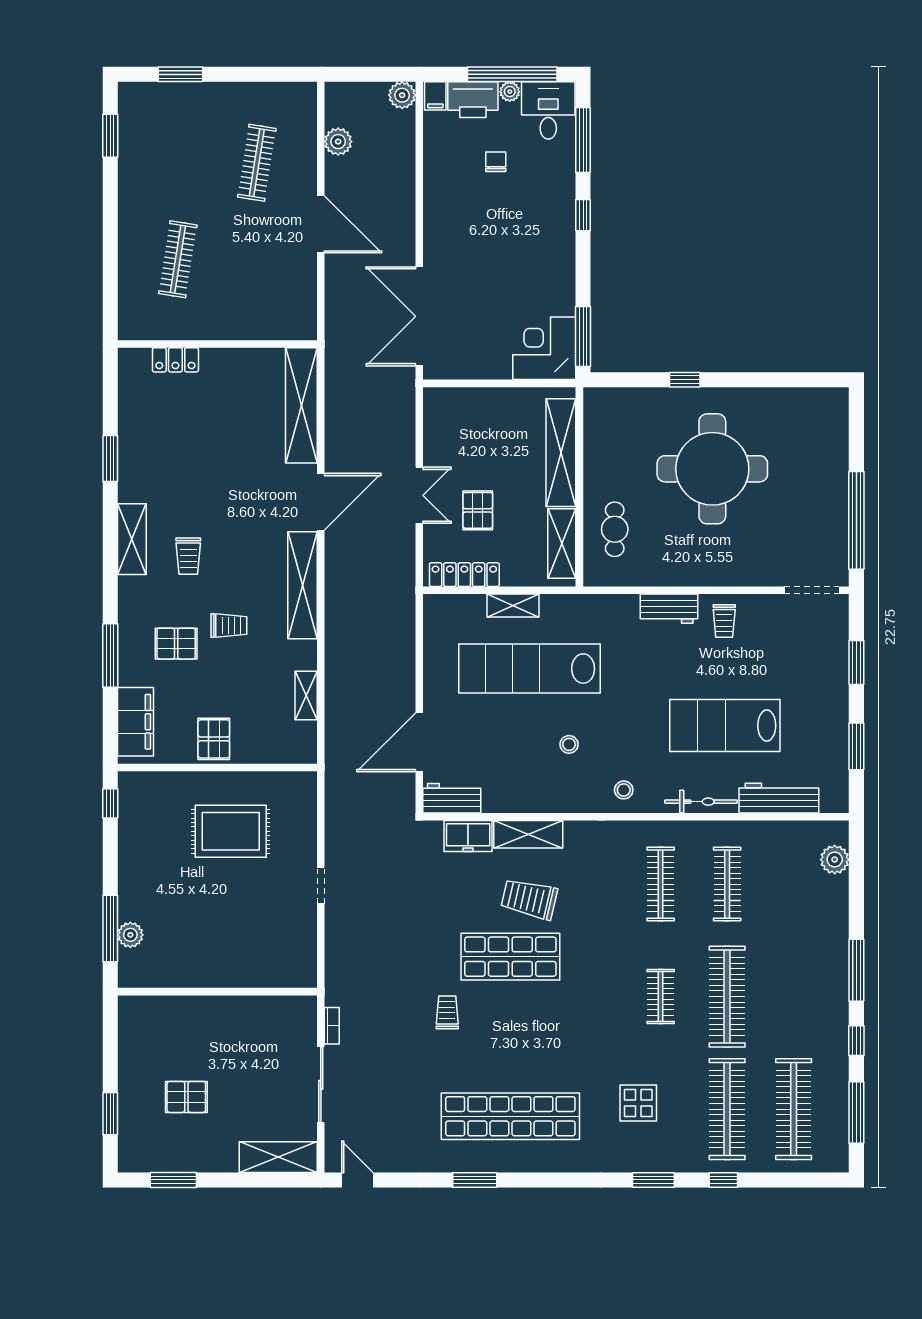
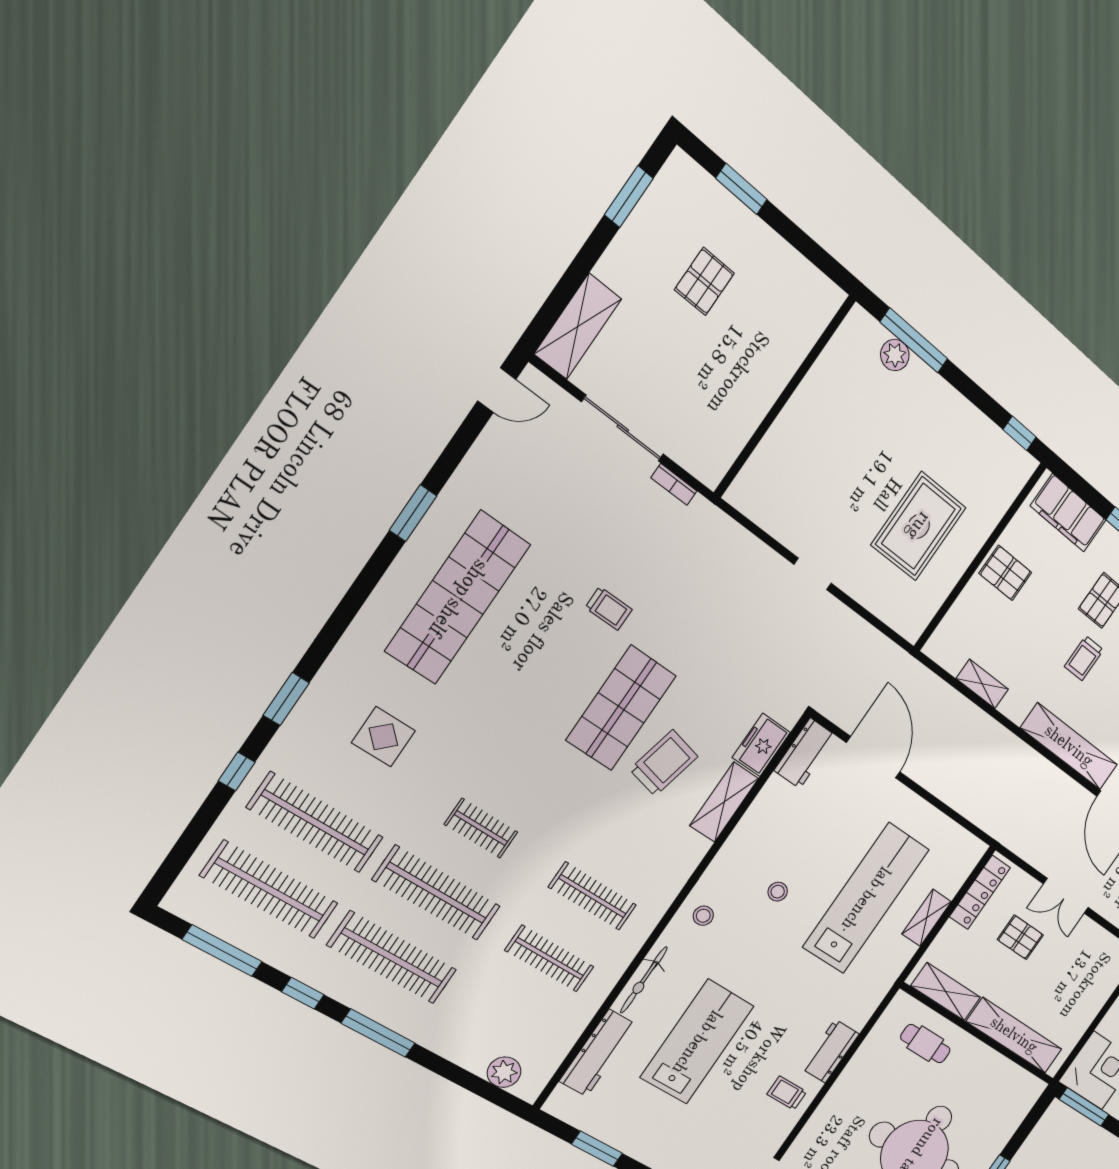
clothes rail: (794, 997) -> (392, 958), added

